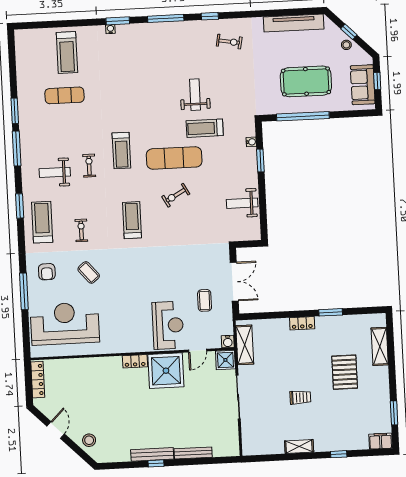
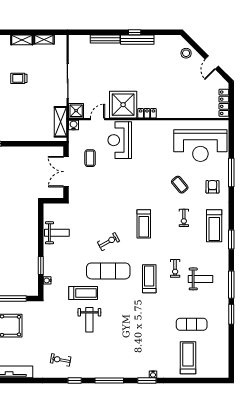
weight bench: (55, 172) -> (200, 279), moved
locker: (302, 323) -> (15, 136), removed
shelving: (271, 448) -> (44, 40), added

